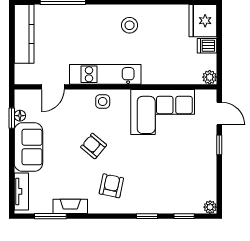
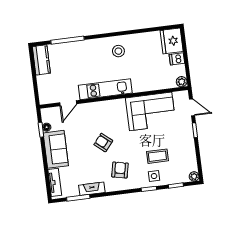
kitchen counter: (24, 34) -> (41, 60), width x0.67
side table: (103, 101) -> (154, 176), moved
coffee table: (164, 174) -> (157, 156), added

